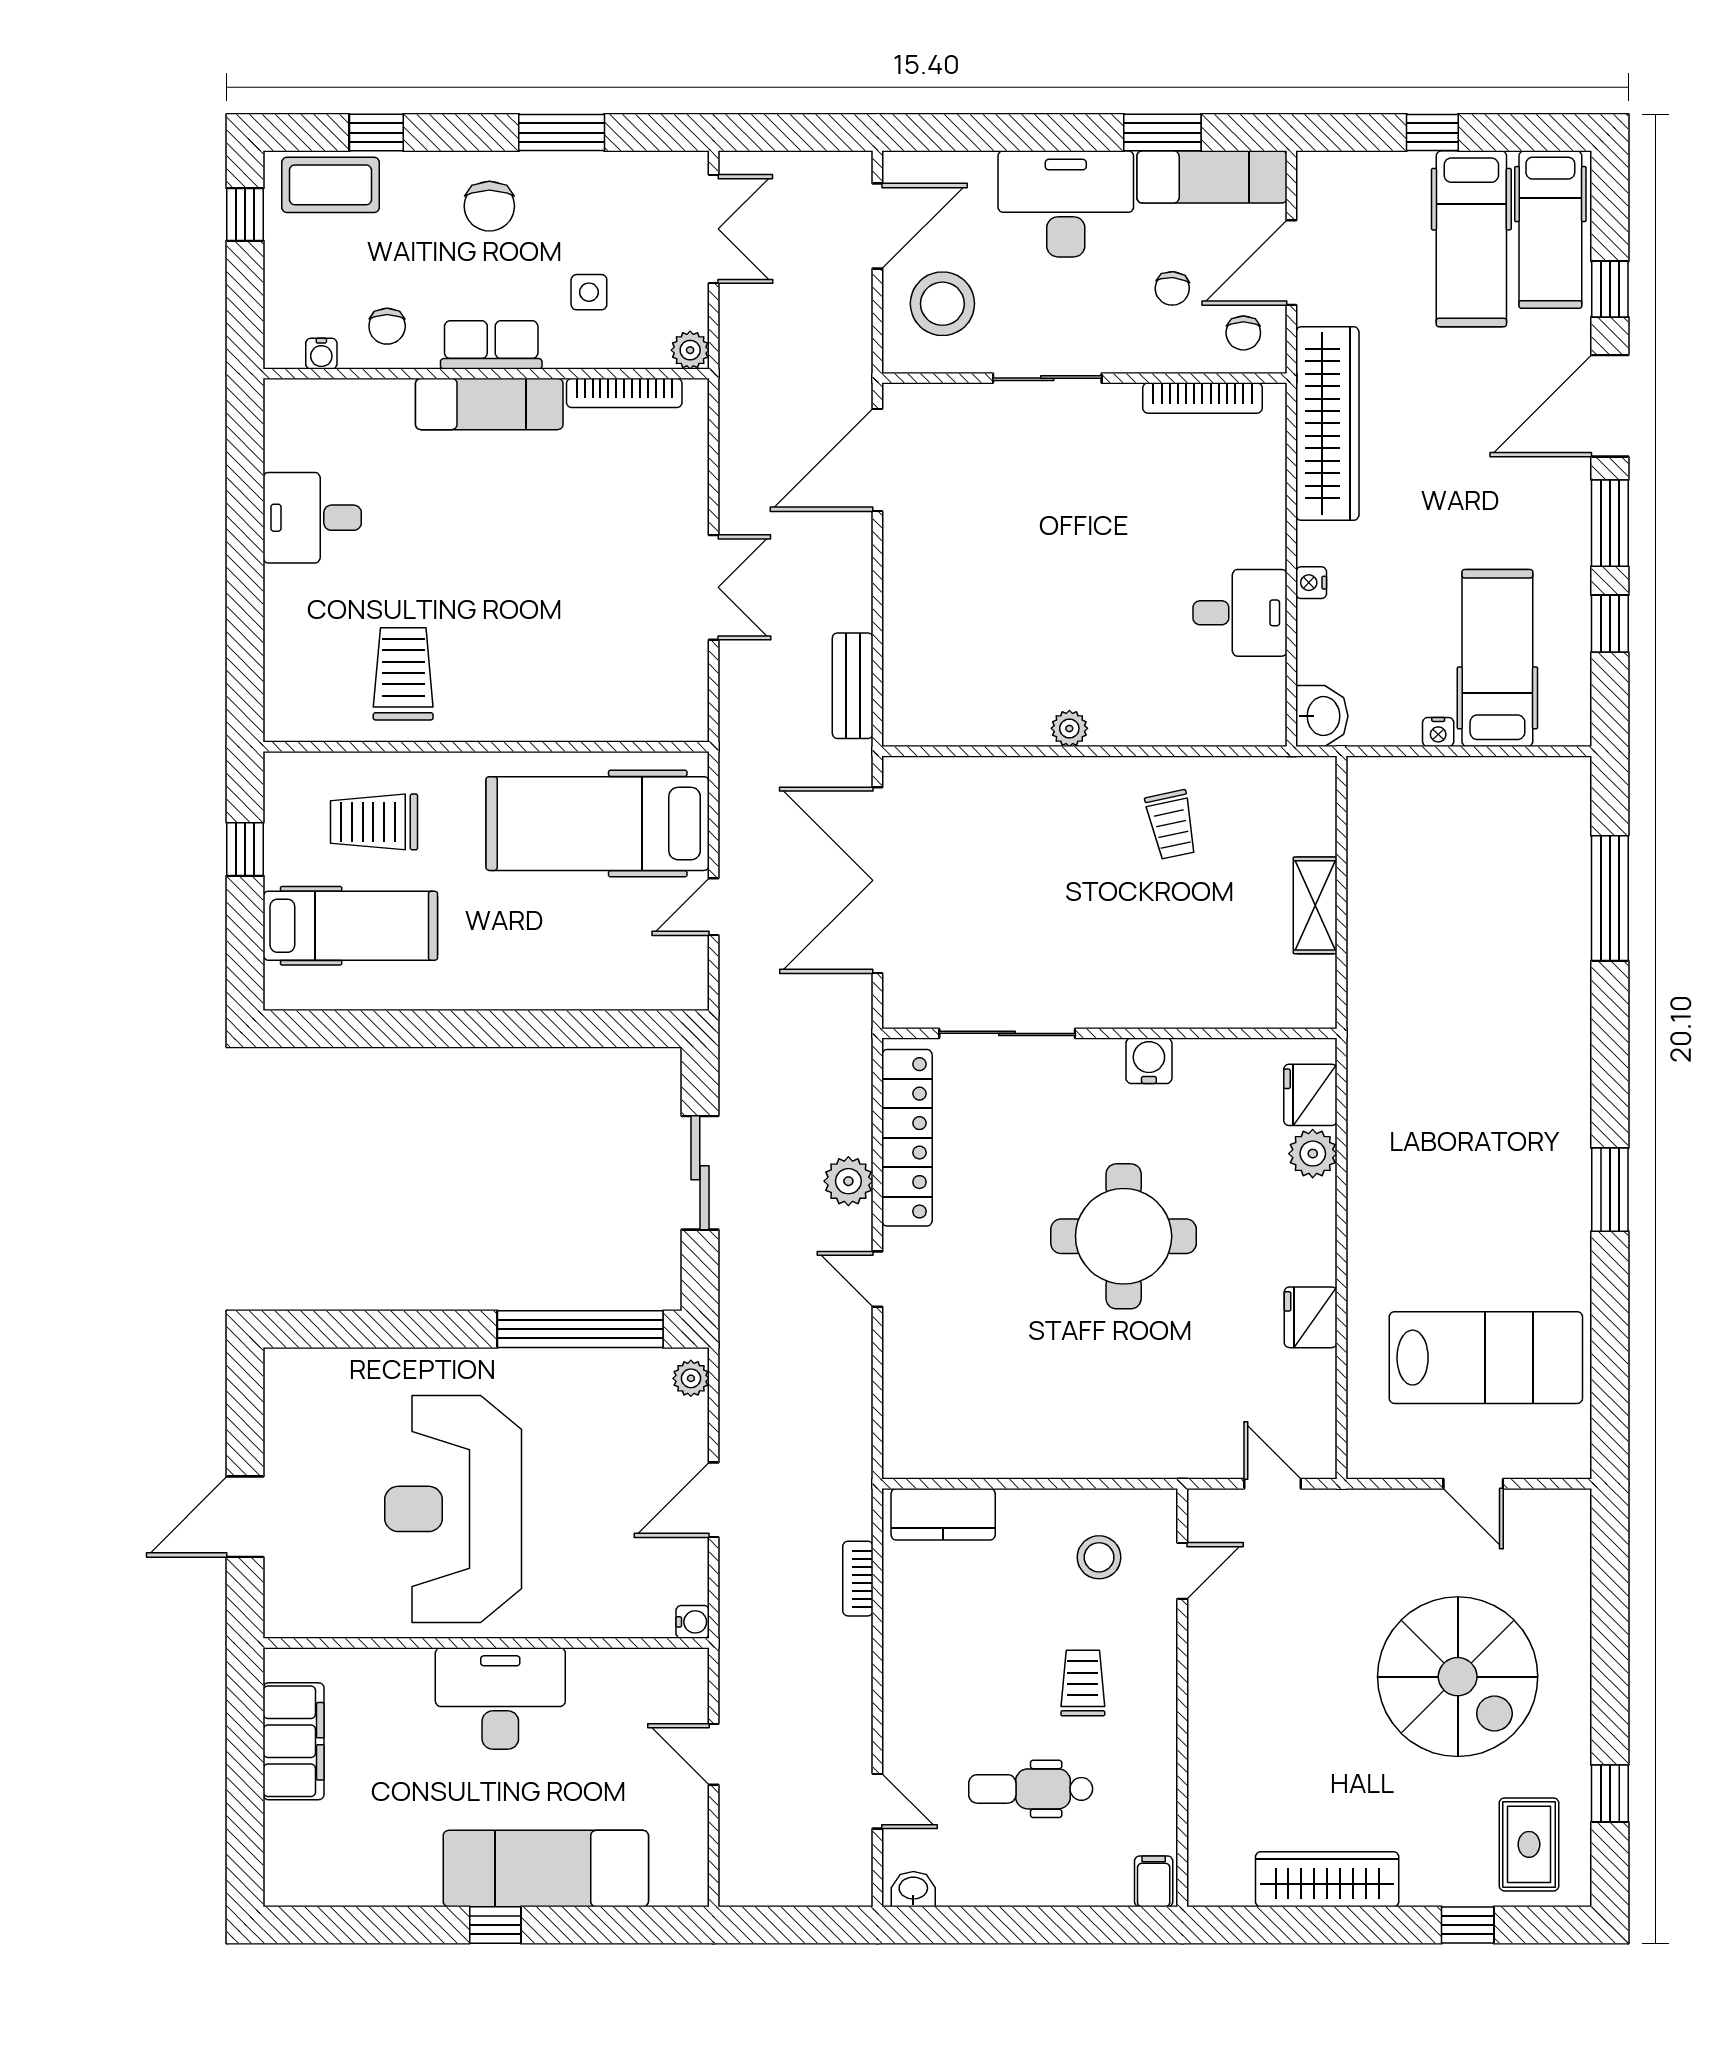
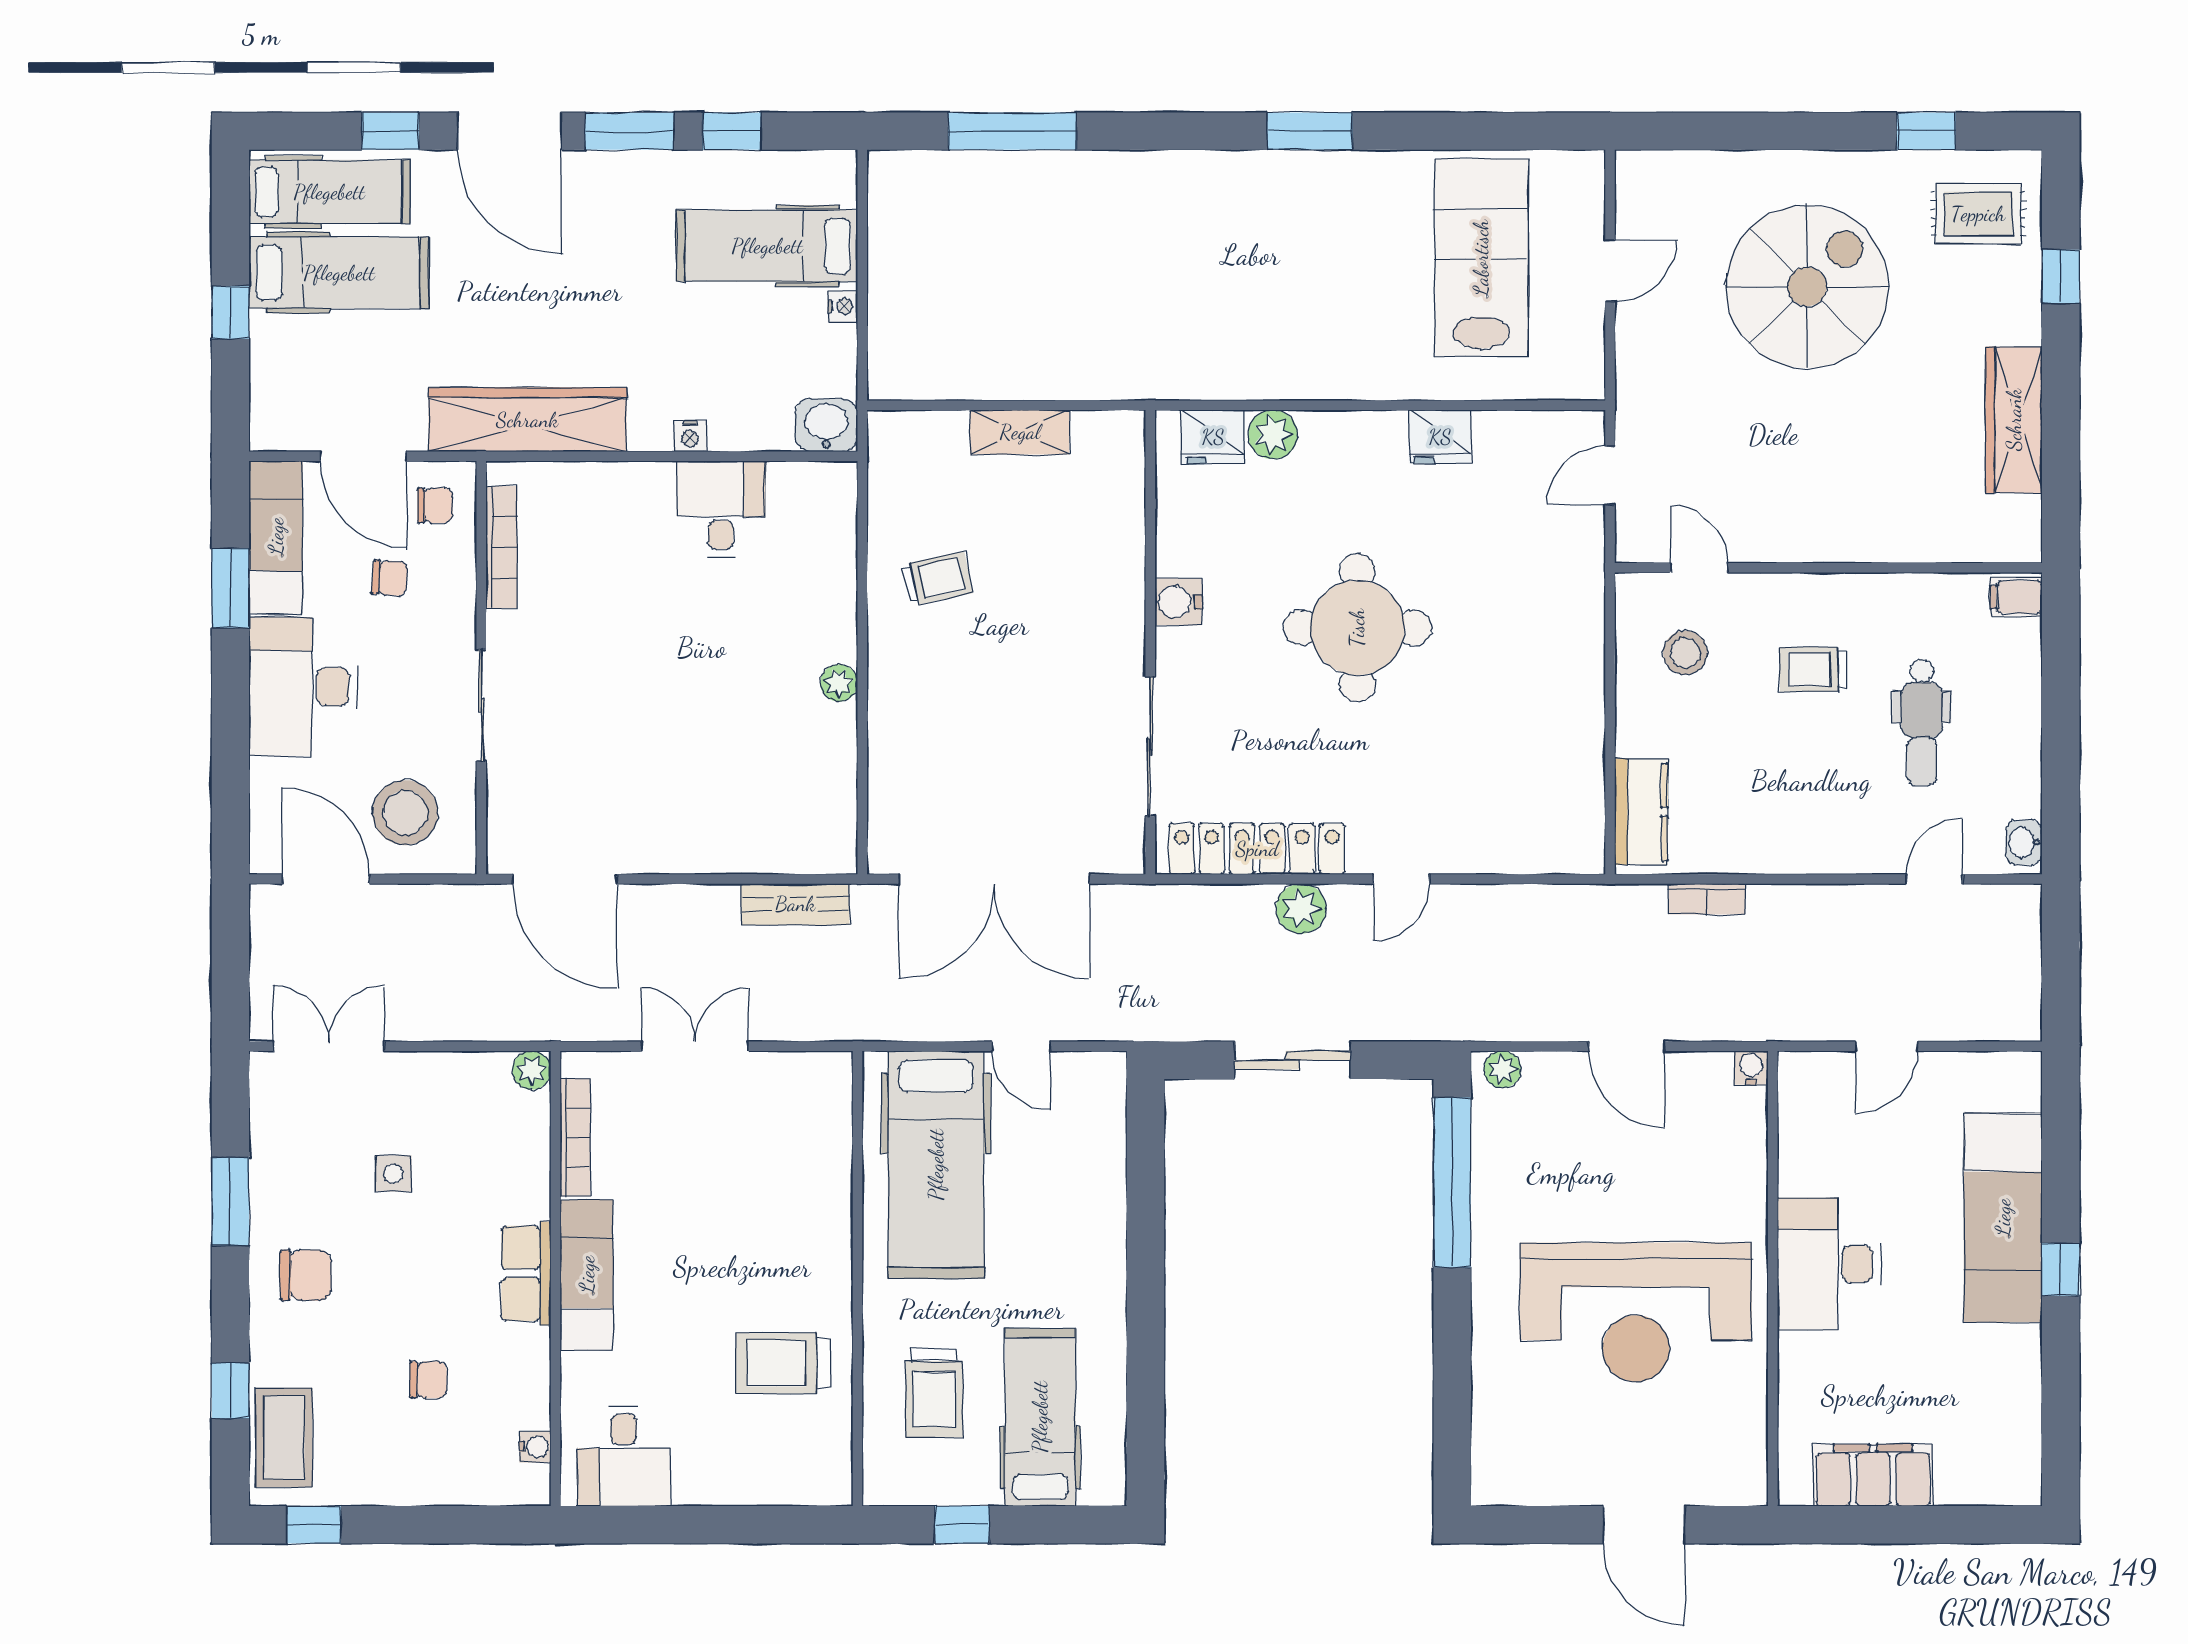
row of seats: (491, 345) -> (526, 1273), moved
plant: (690, 350) -> (532, 1070), moved
water cooler: (321, 354) -> (535, 1447), moved
wall: (486, 374) -> (556, 1279), moved
bookcase: (624, 393) -> (575, 1138), moved
exam couch: (489, 404) -> (587, 1275), moved

